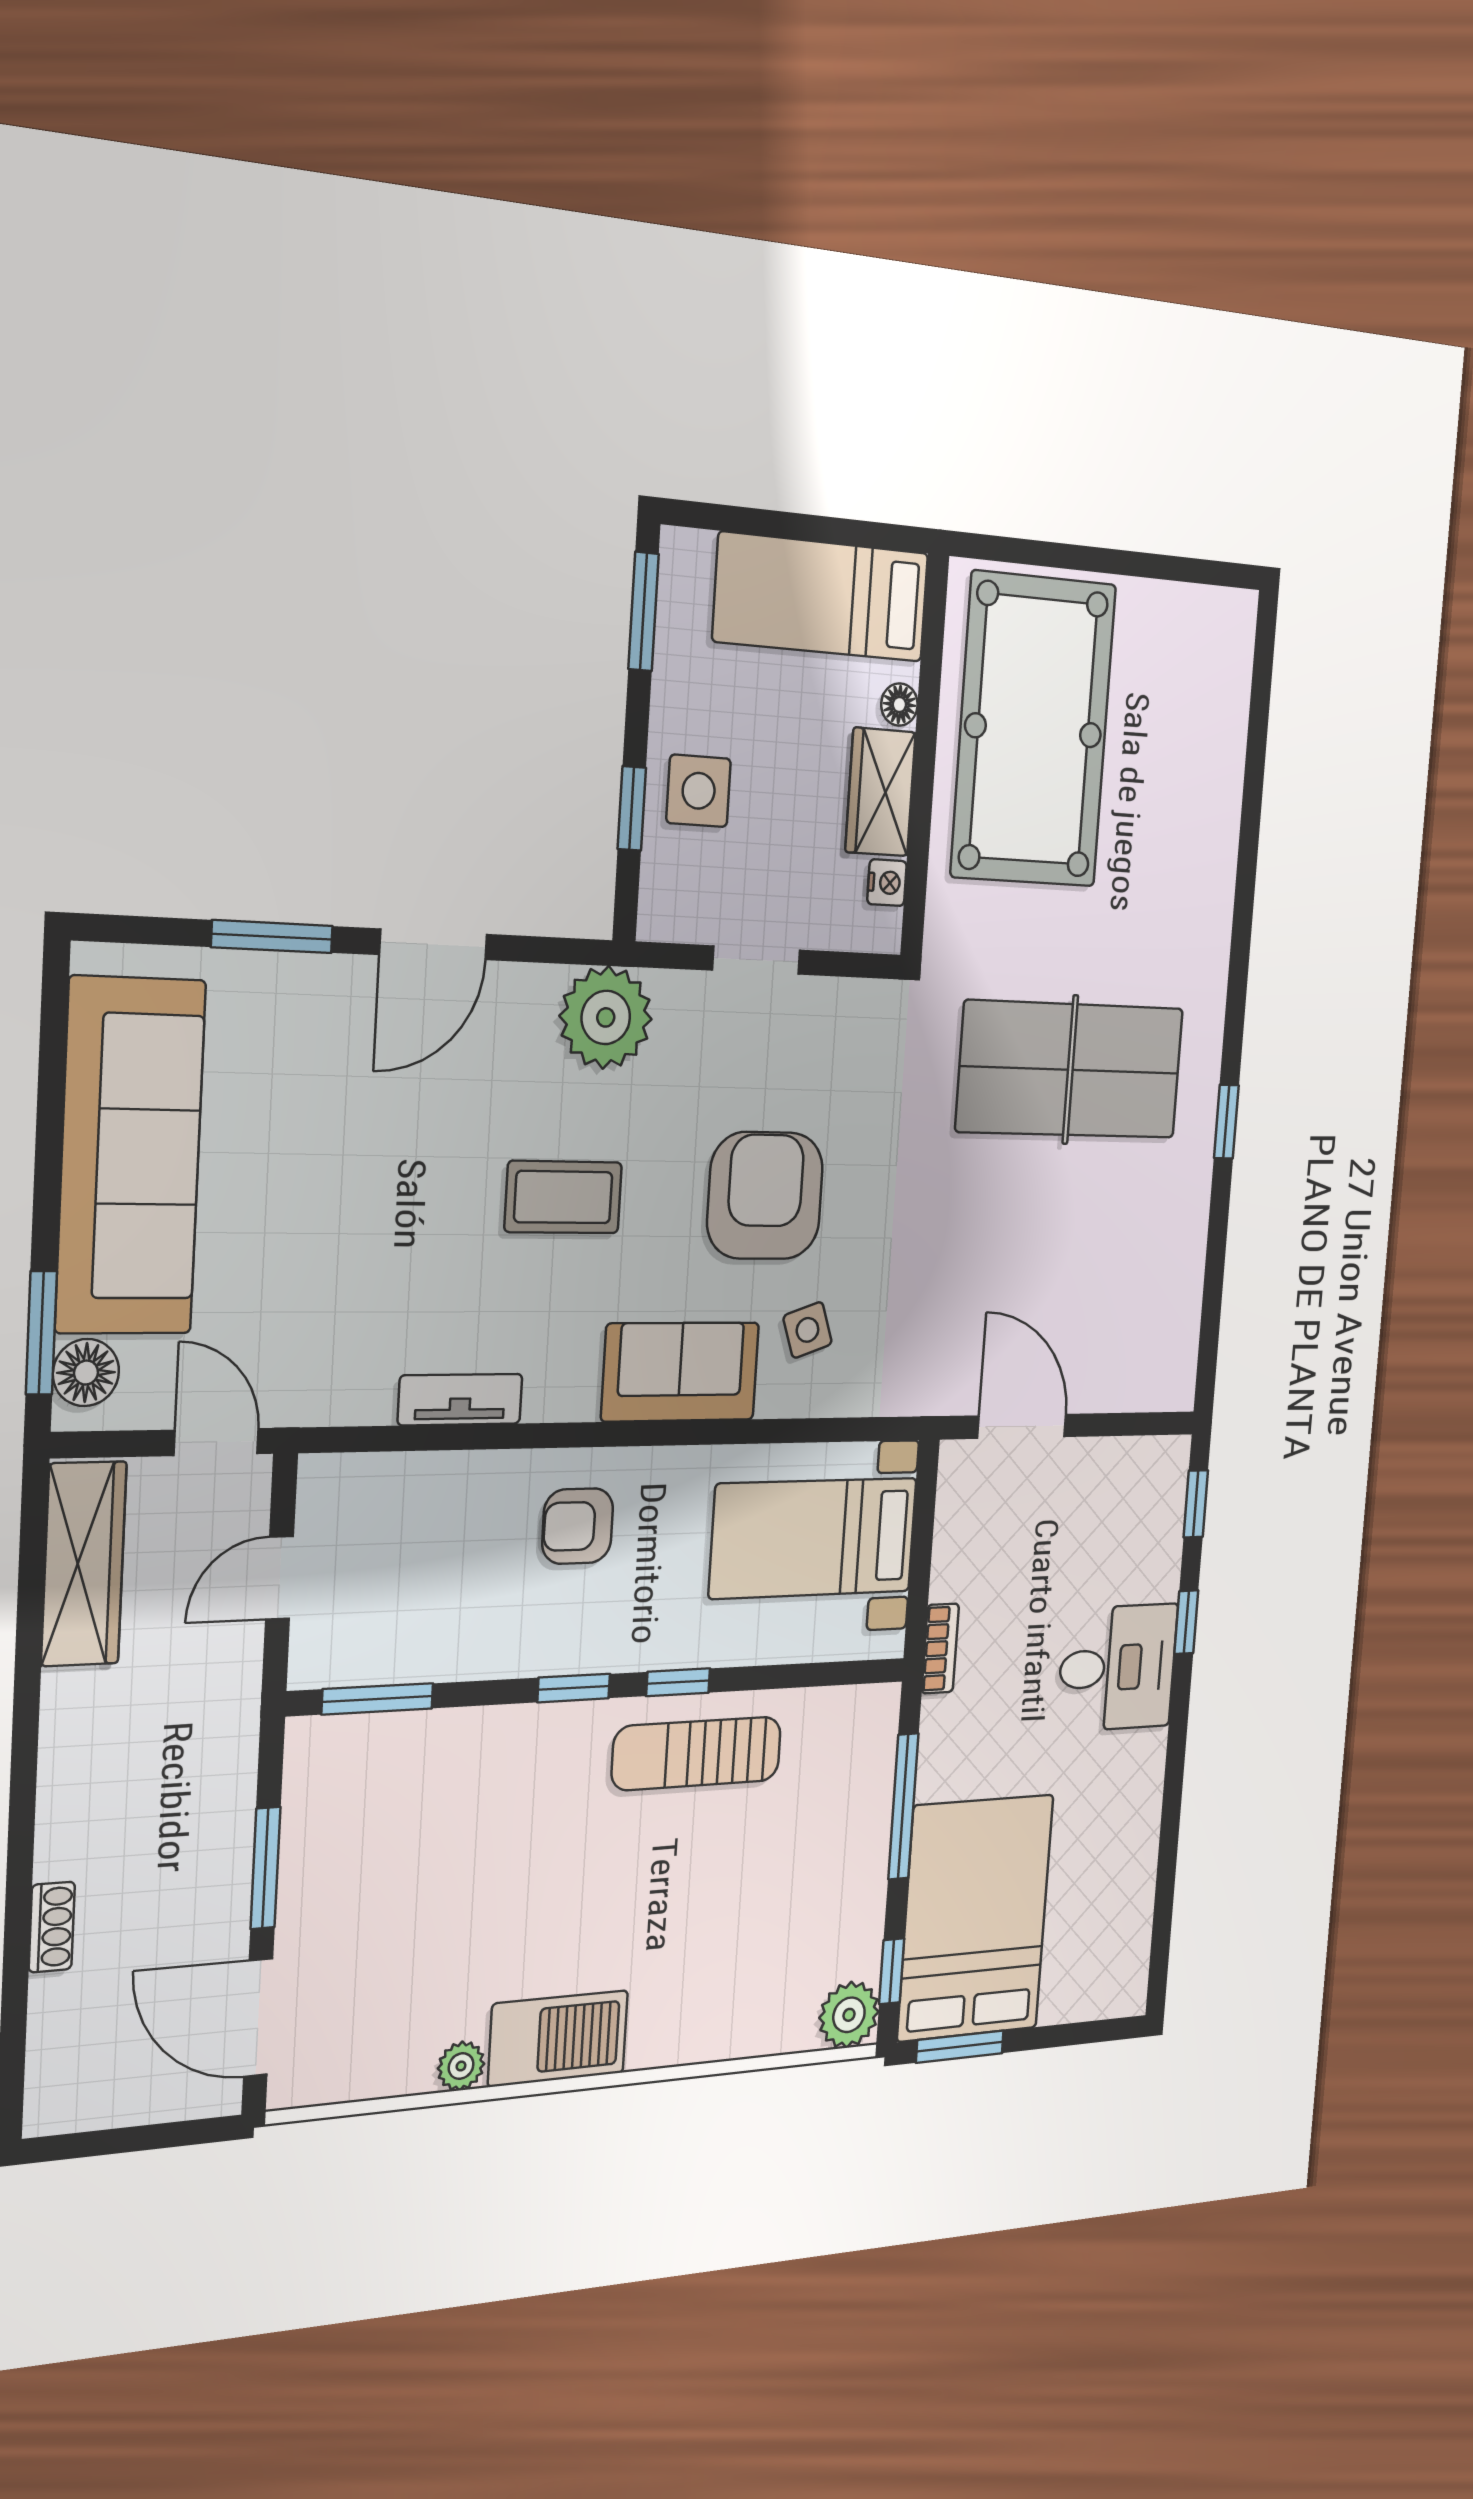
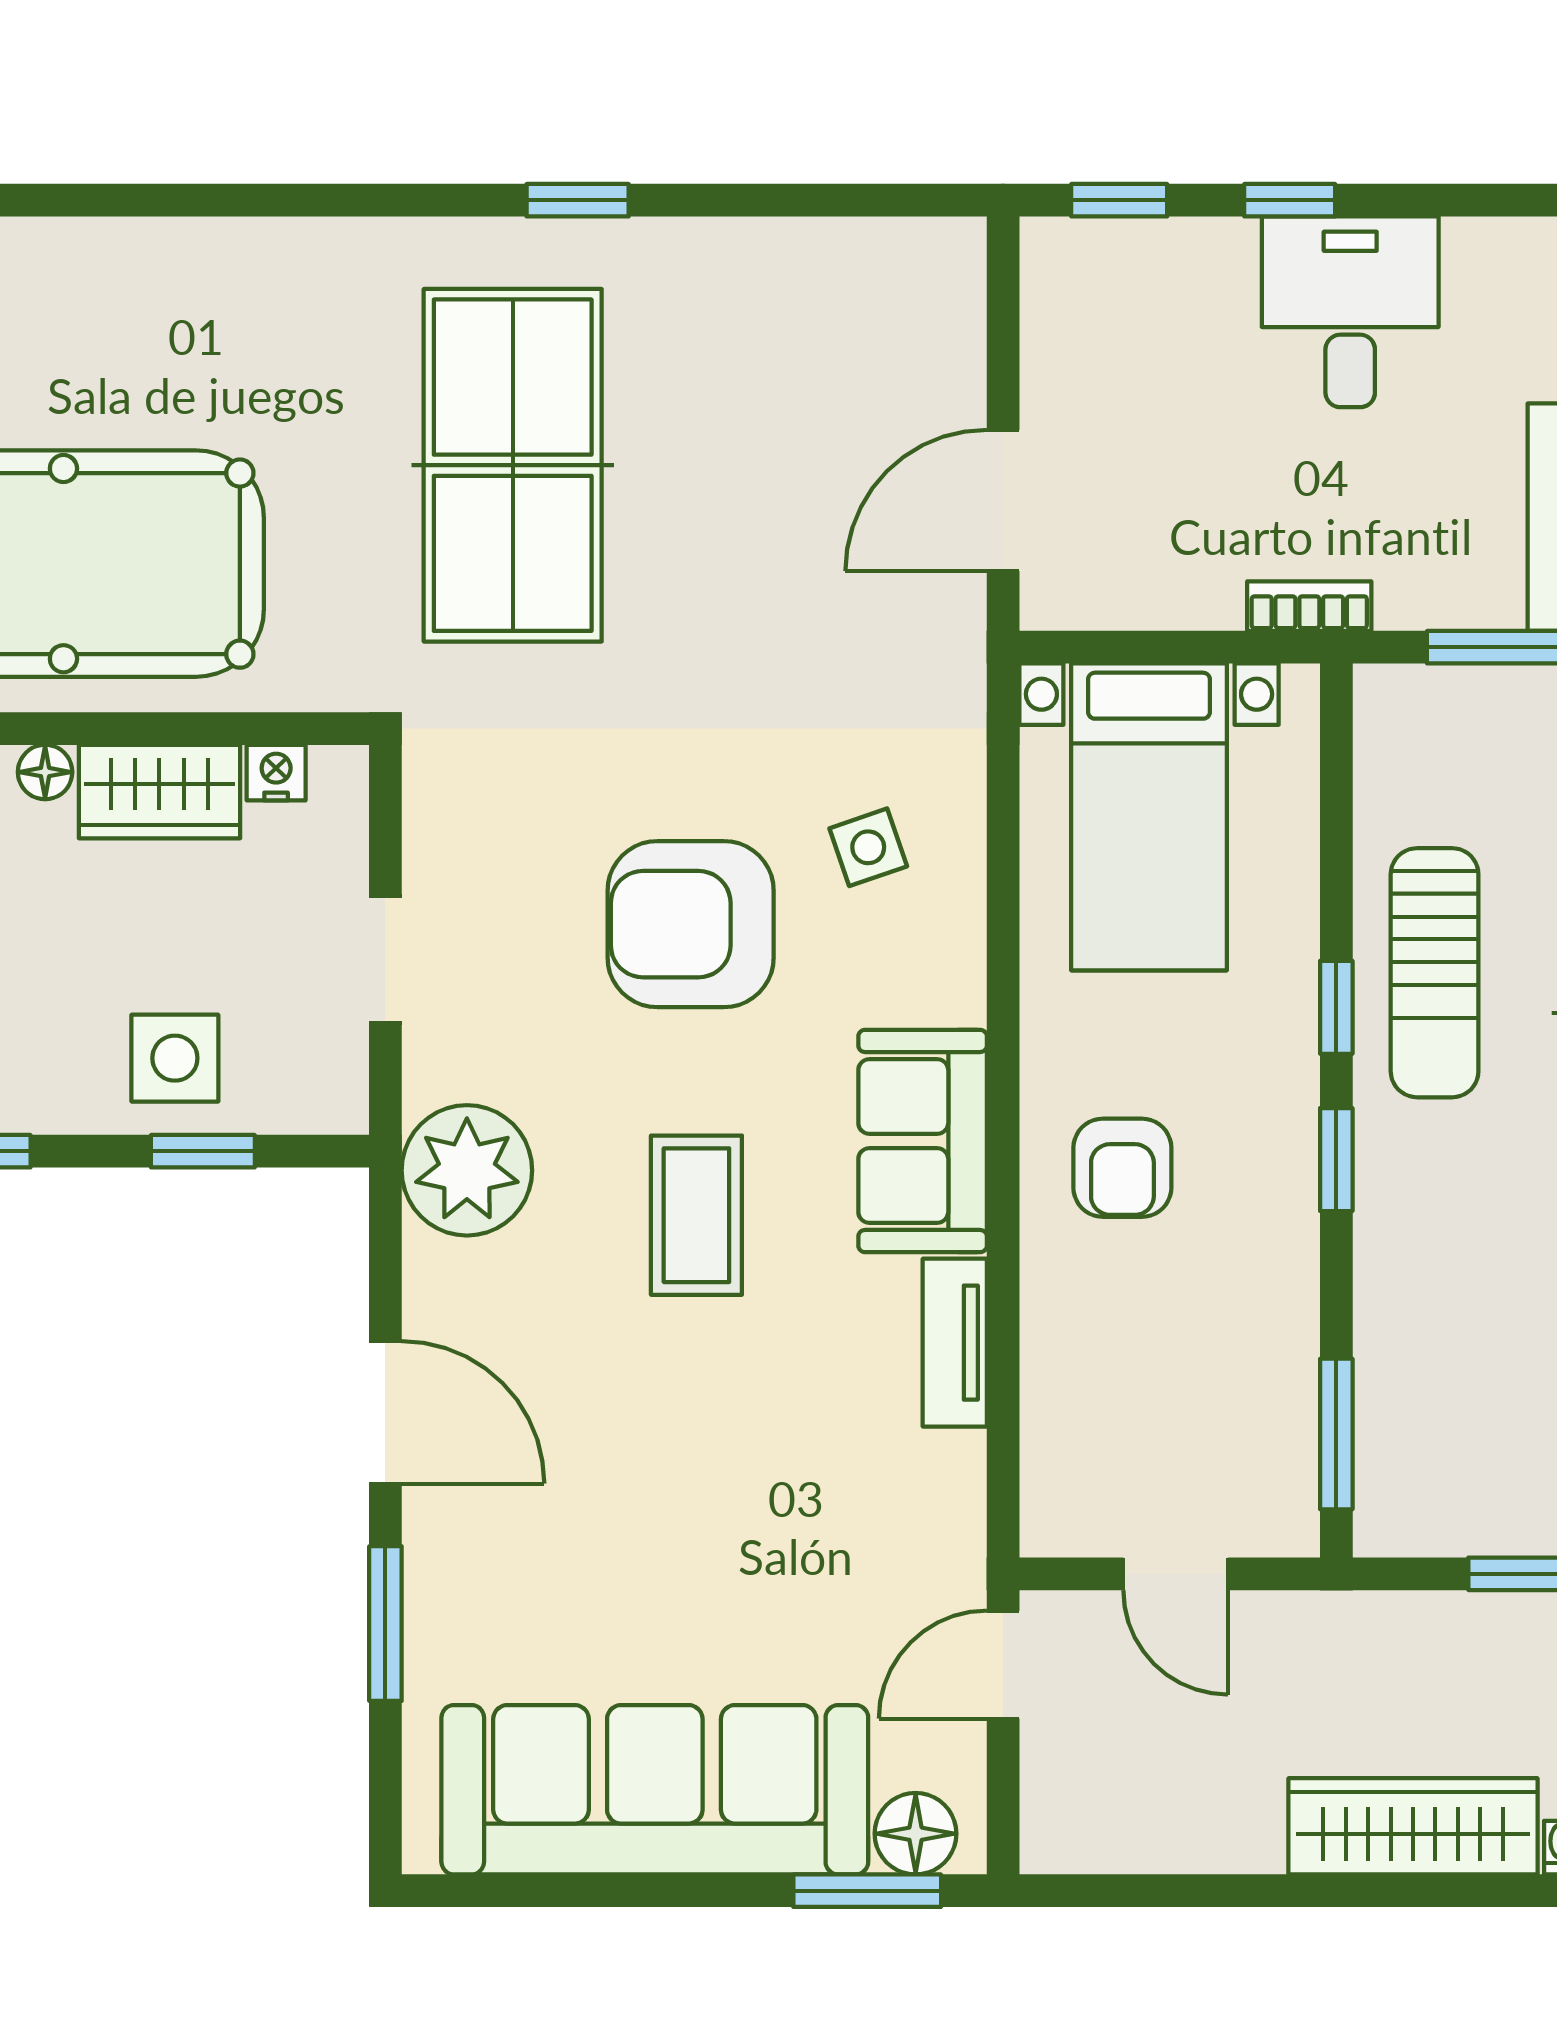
sofa: (680, 1372) -> (923, 1141), moved
wardrobe: (84, 1564) -> (1413, 1826), moved

